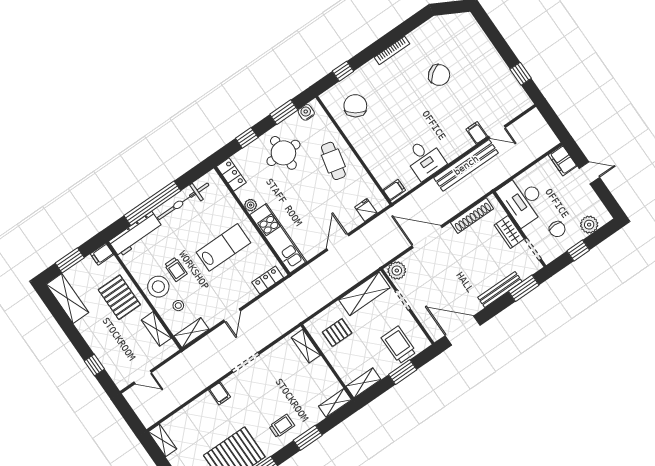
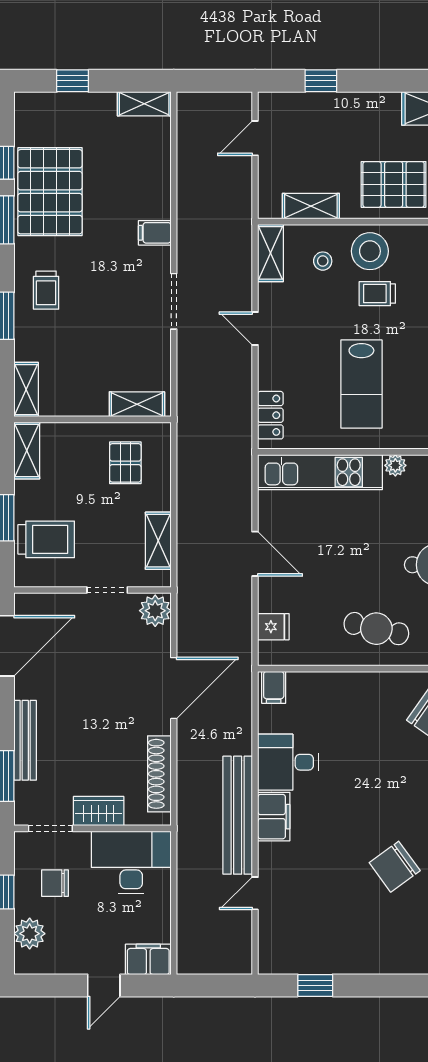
filing cabinet: (477, 133) -> (274, 817), moved, width x2.00
shelving: (364, 294) -> (158, 541), width x0.67, depth x0.75

